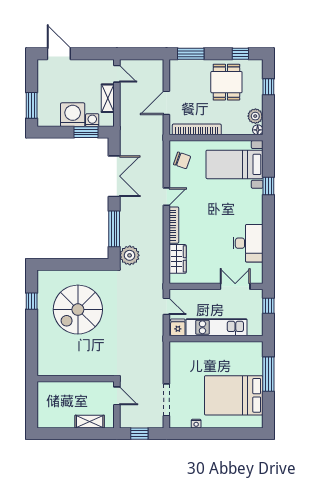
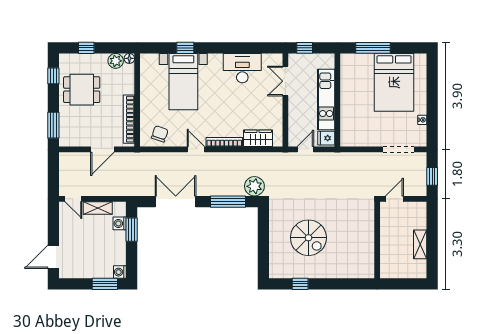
door: (117, 74) -> (73, 199), swing flipped
door: (166, 103) -> (102, 149), hinge flipped
washing machine: (73, 115) -> (120, 272), moved, width x0.53, depth x0.53
bed with nightstands: (234, 164) -> (183, 82), moved
spiral stairs: (78, 310) -> (308, 238), width x0.73, depth x0.73
shelving: (90, 422) -> (420, 244), moved

